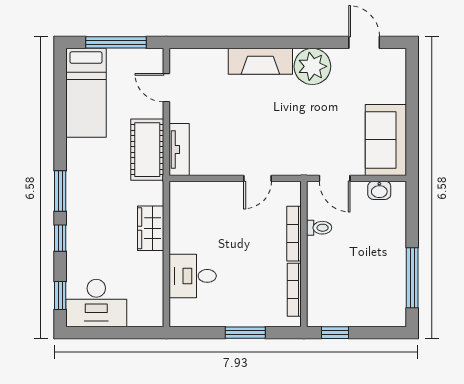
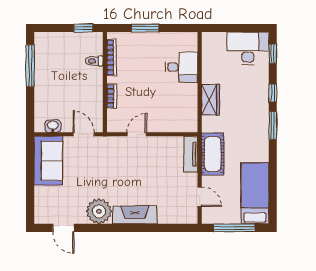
toilet: (319, 228) -> (94, 61), moved
bookcase: (294, 234) -> (112, 96), width x0.64

